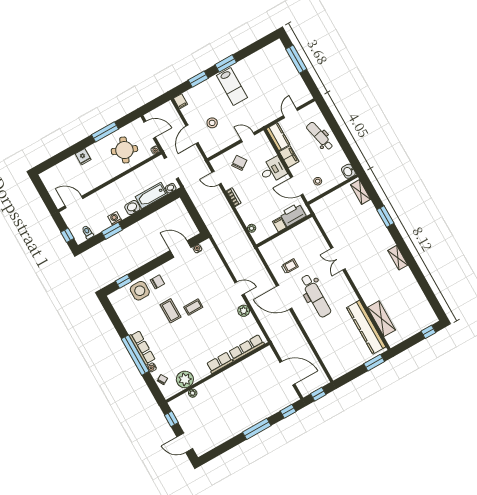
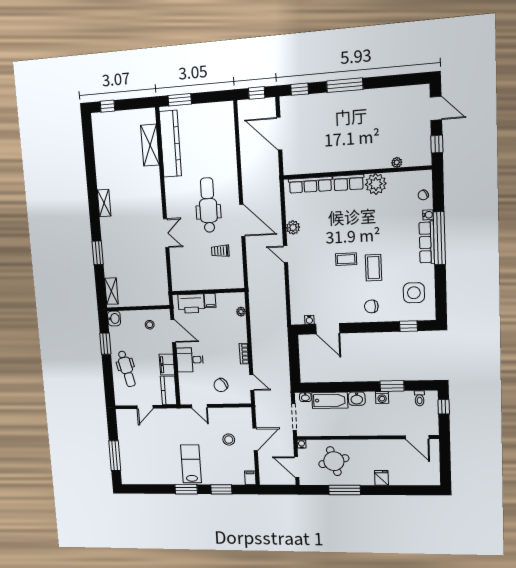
window: (346, 147) -> (105, 344), added
round table: (124, 150) -> (334, 461), turned -37
side table: (140, 291) -> (414, 293), moved
plant: (185, 379) -> (376, 184), moved

